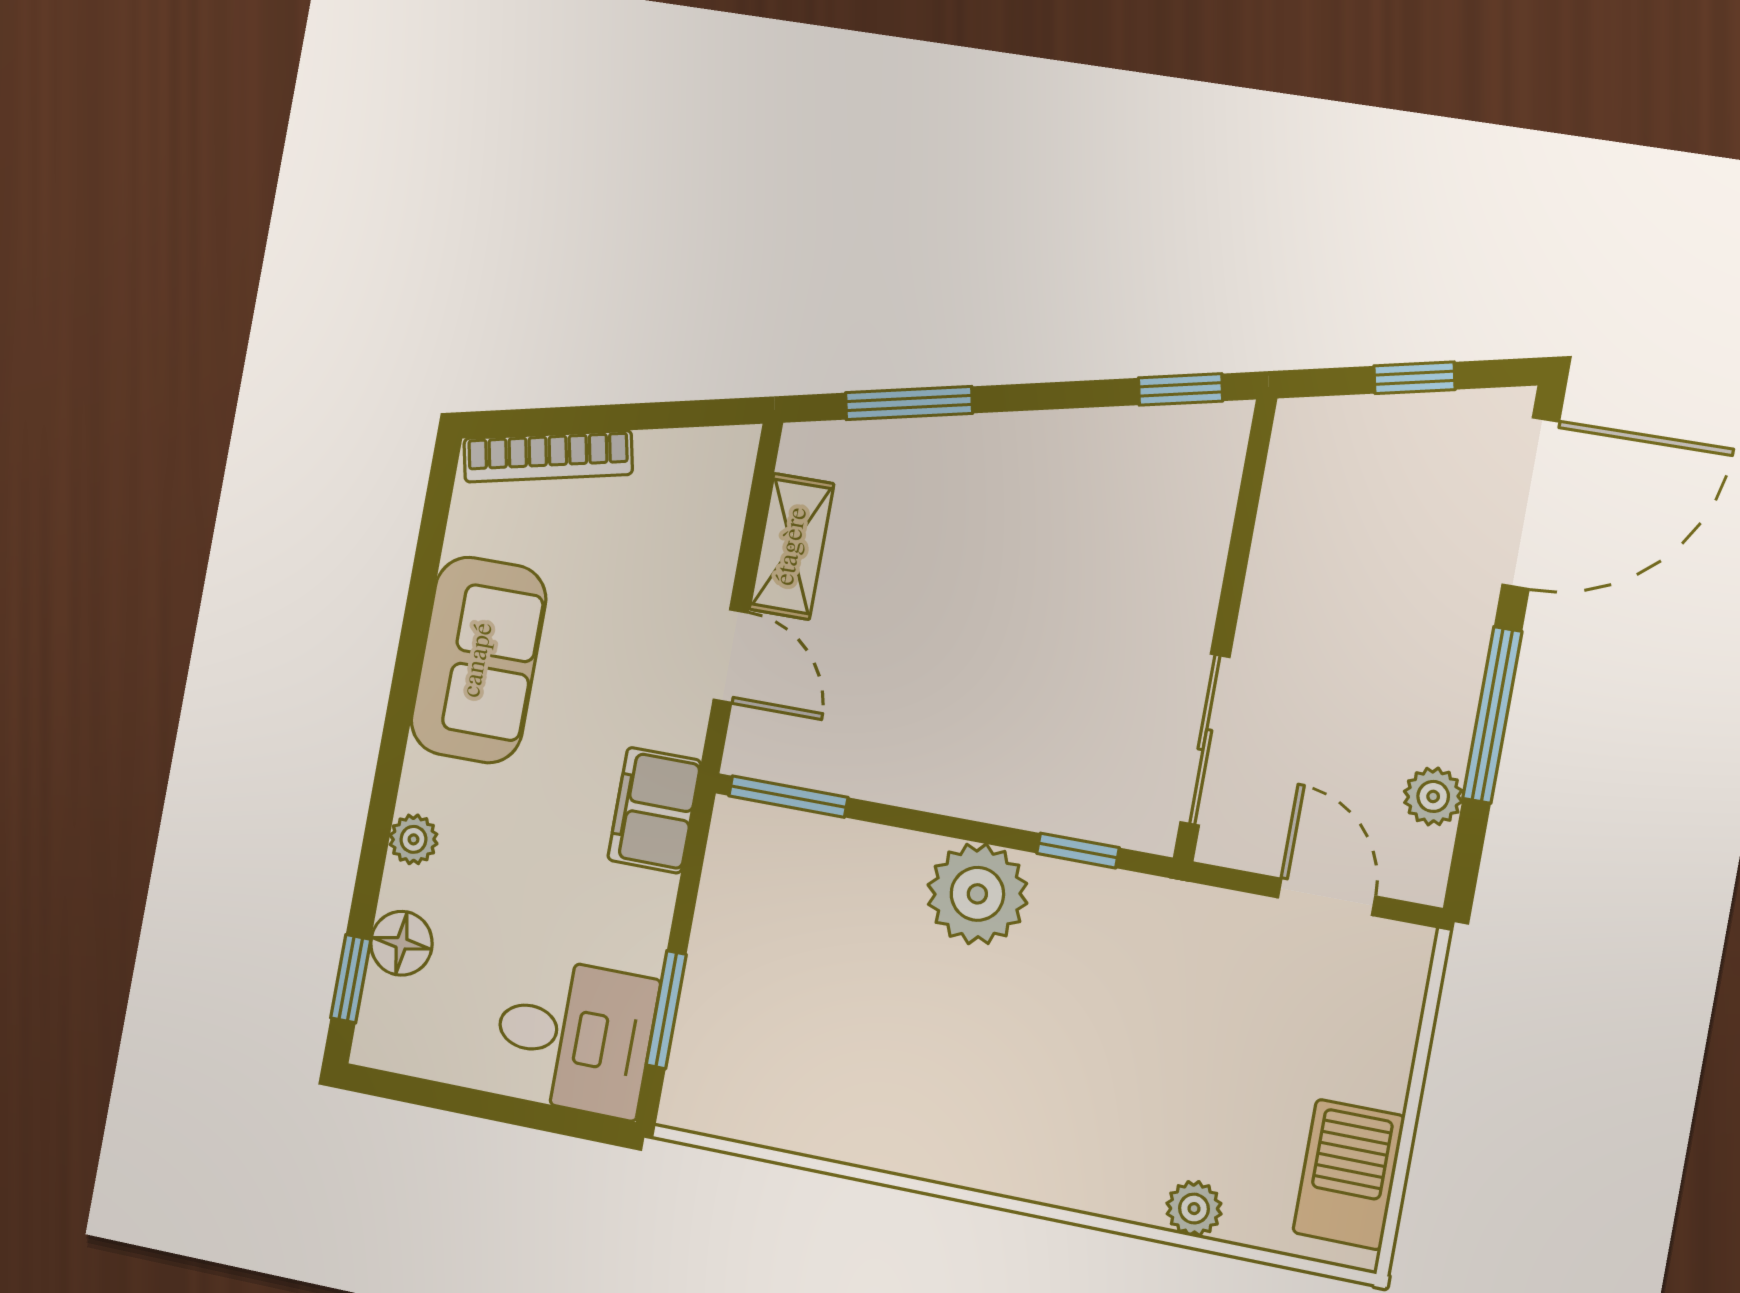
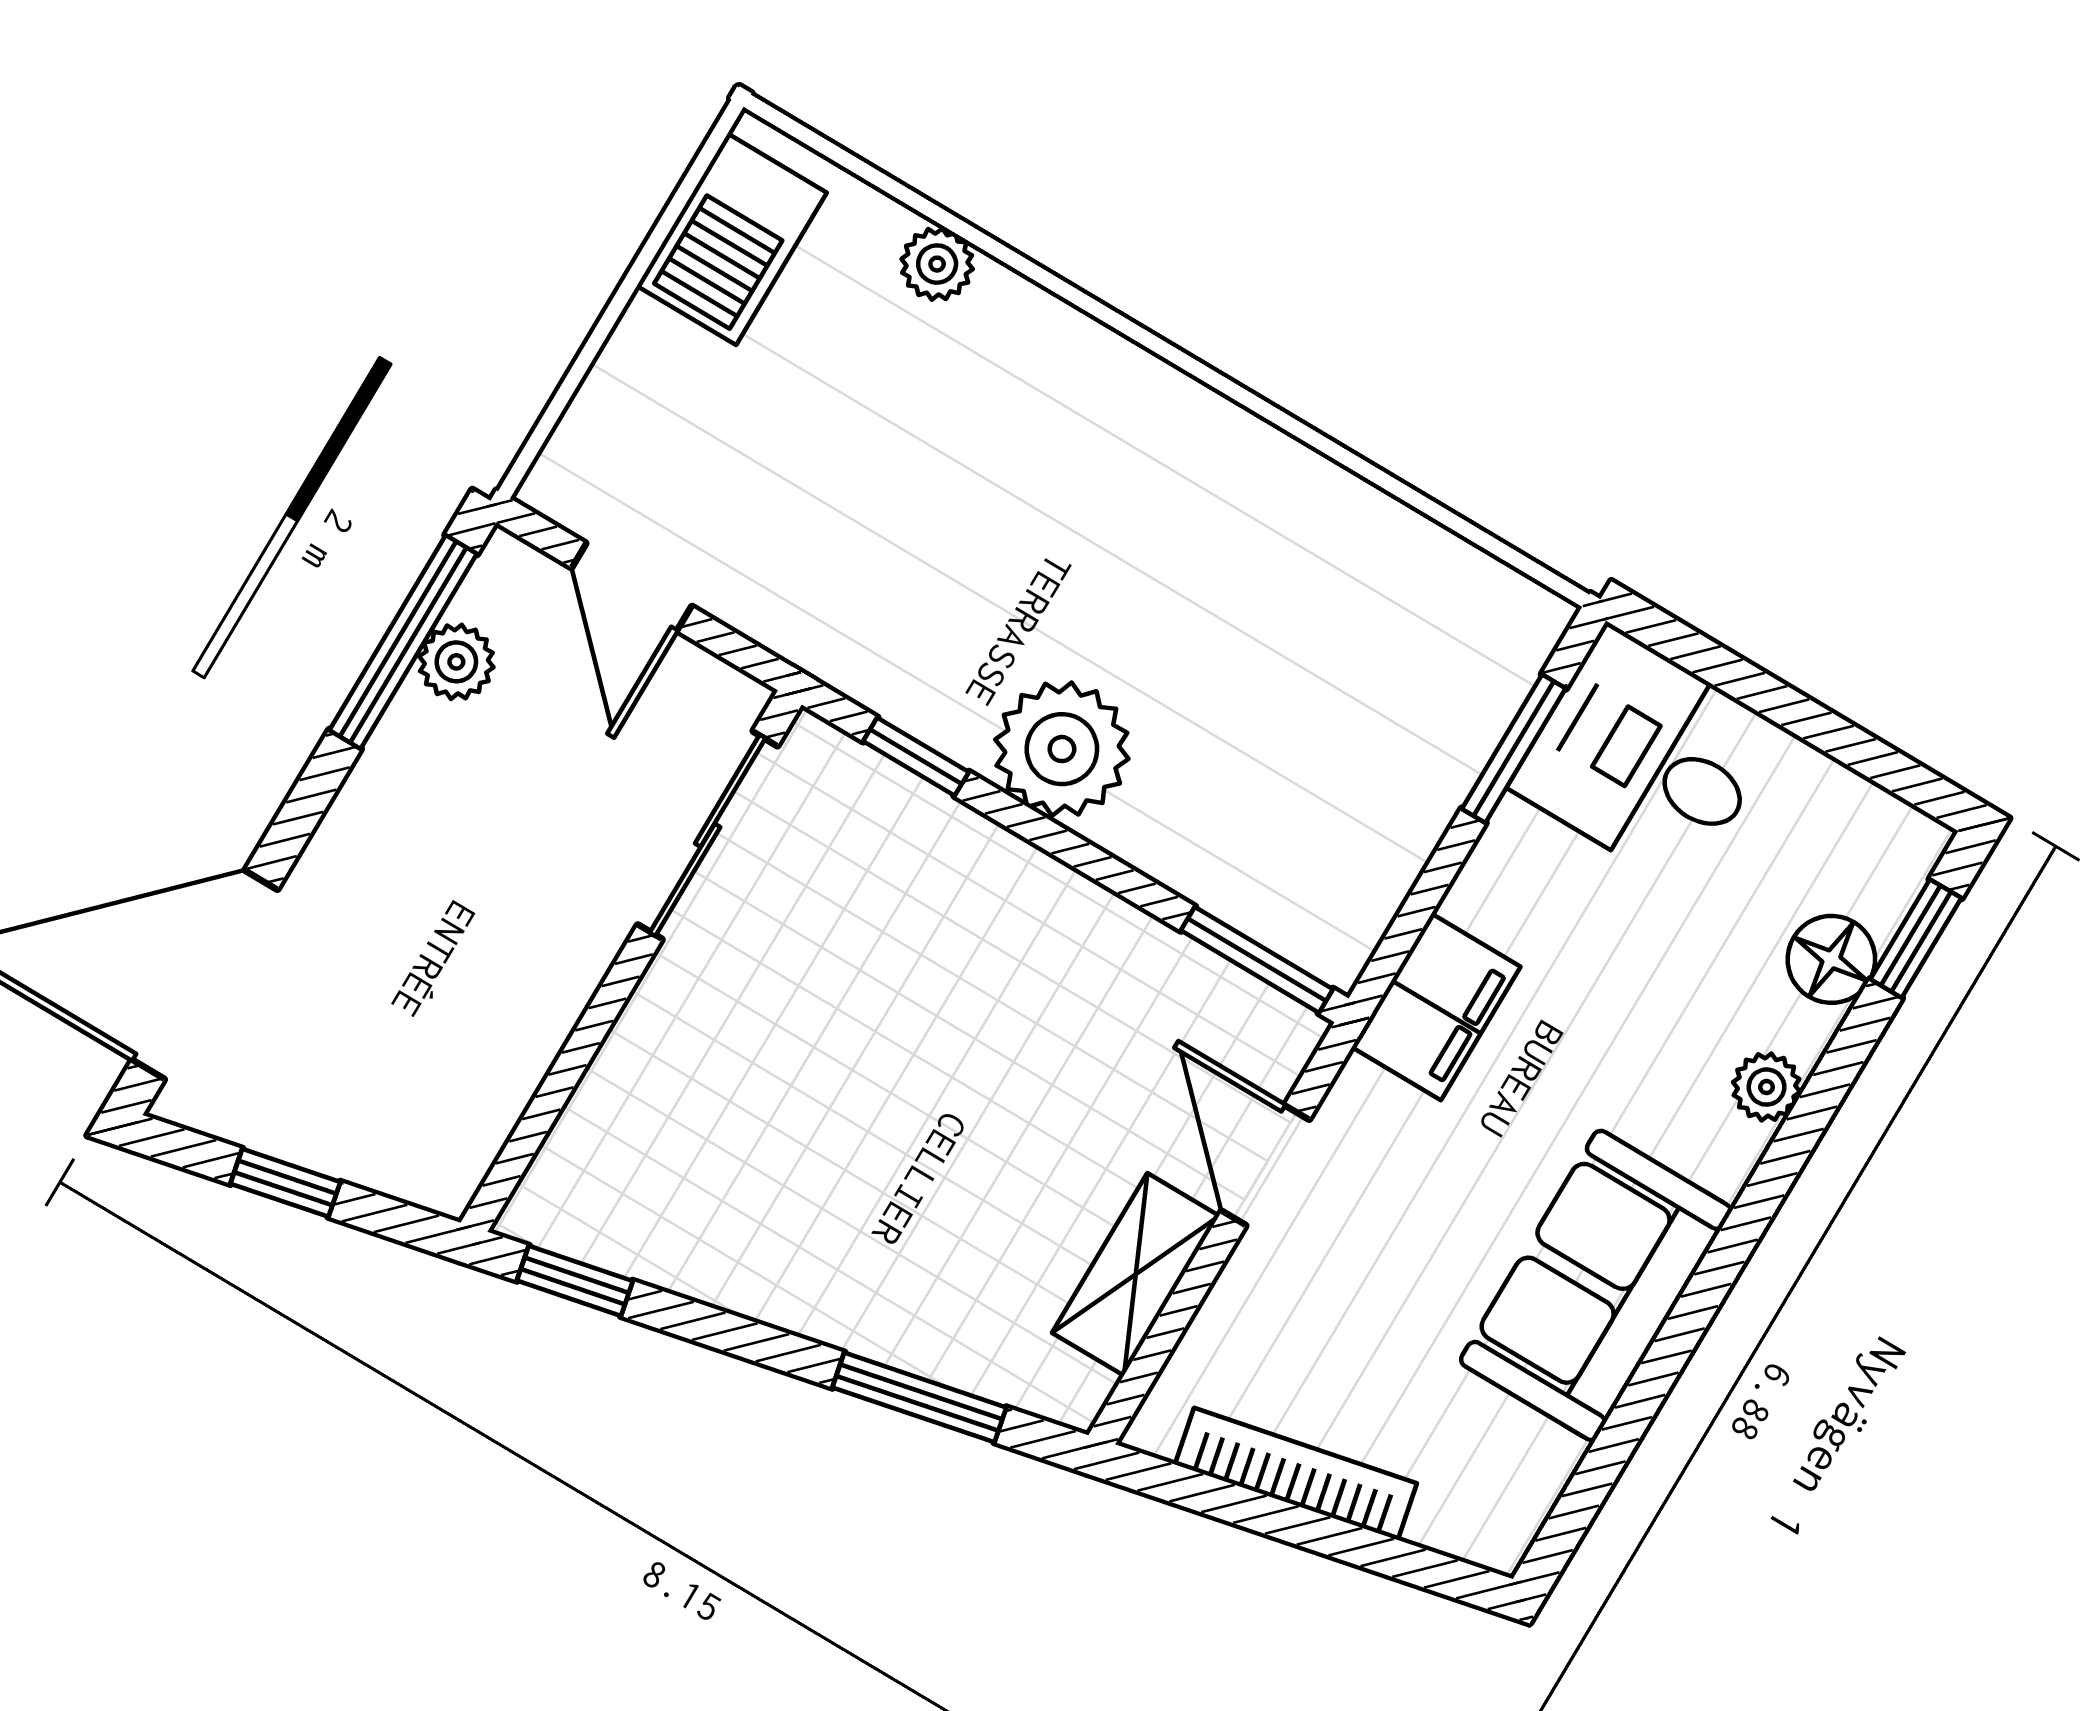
bookcase: (548, 456) -> (1296, 1474), moved
window: (1492, 715) -> (403, 642), moved

